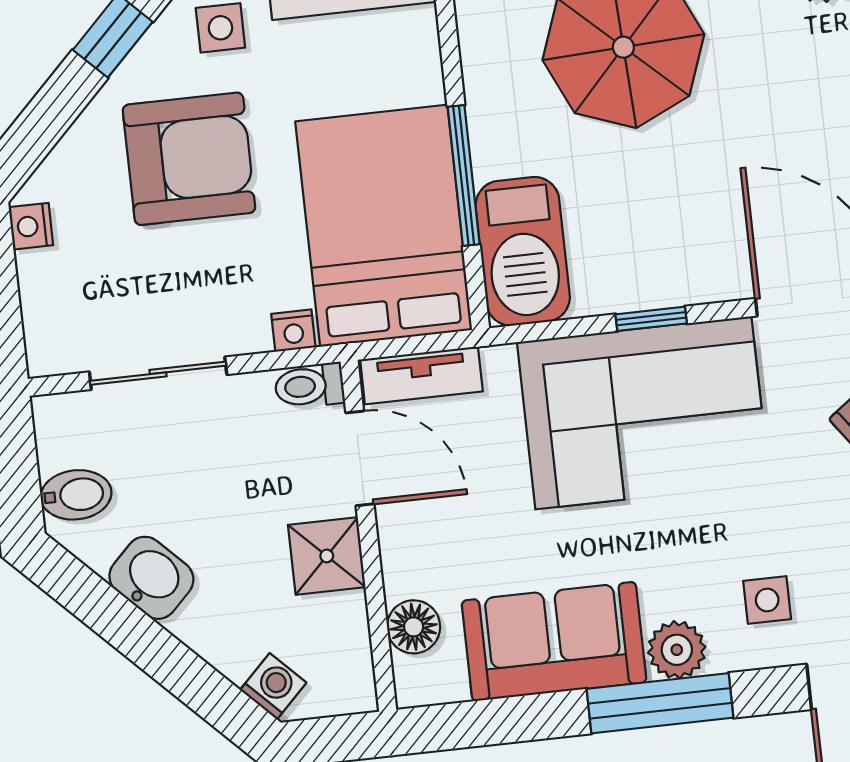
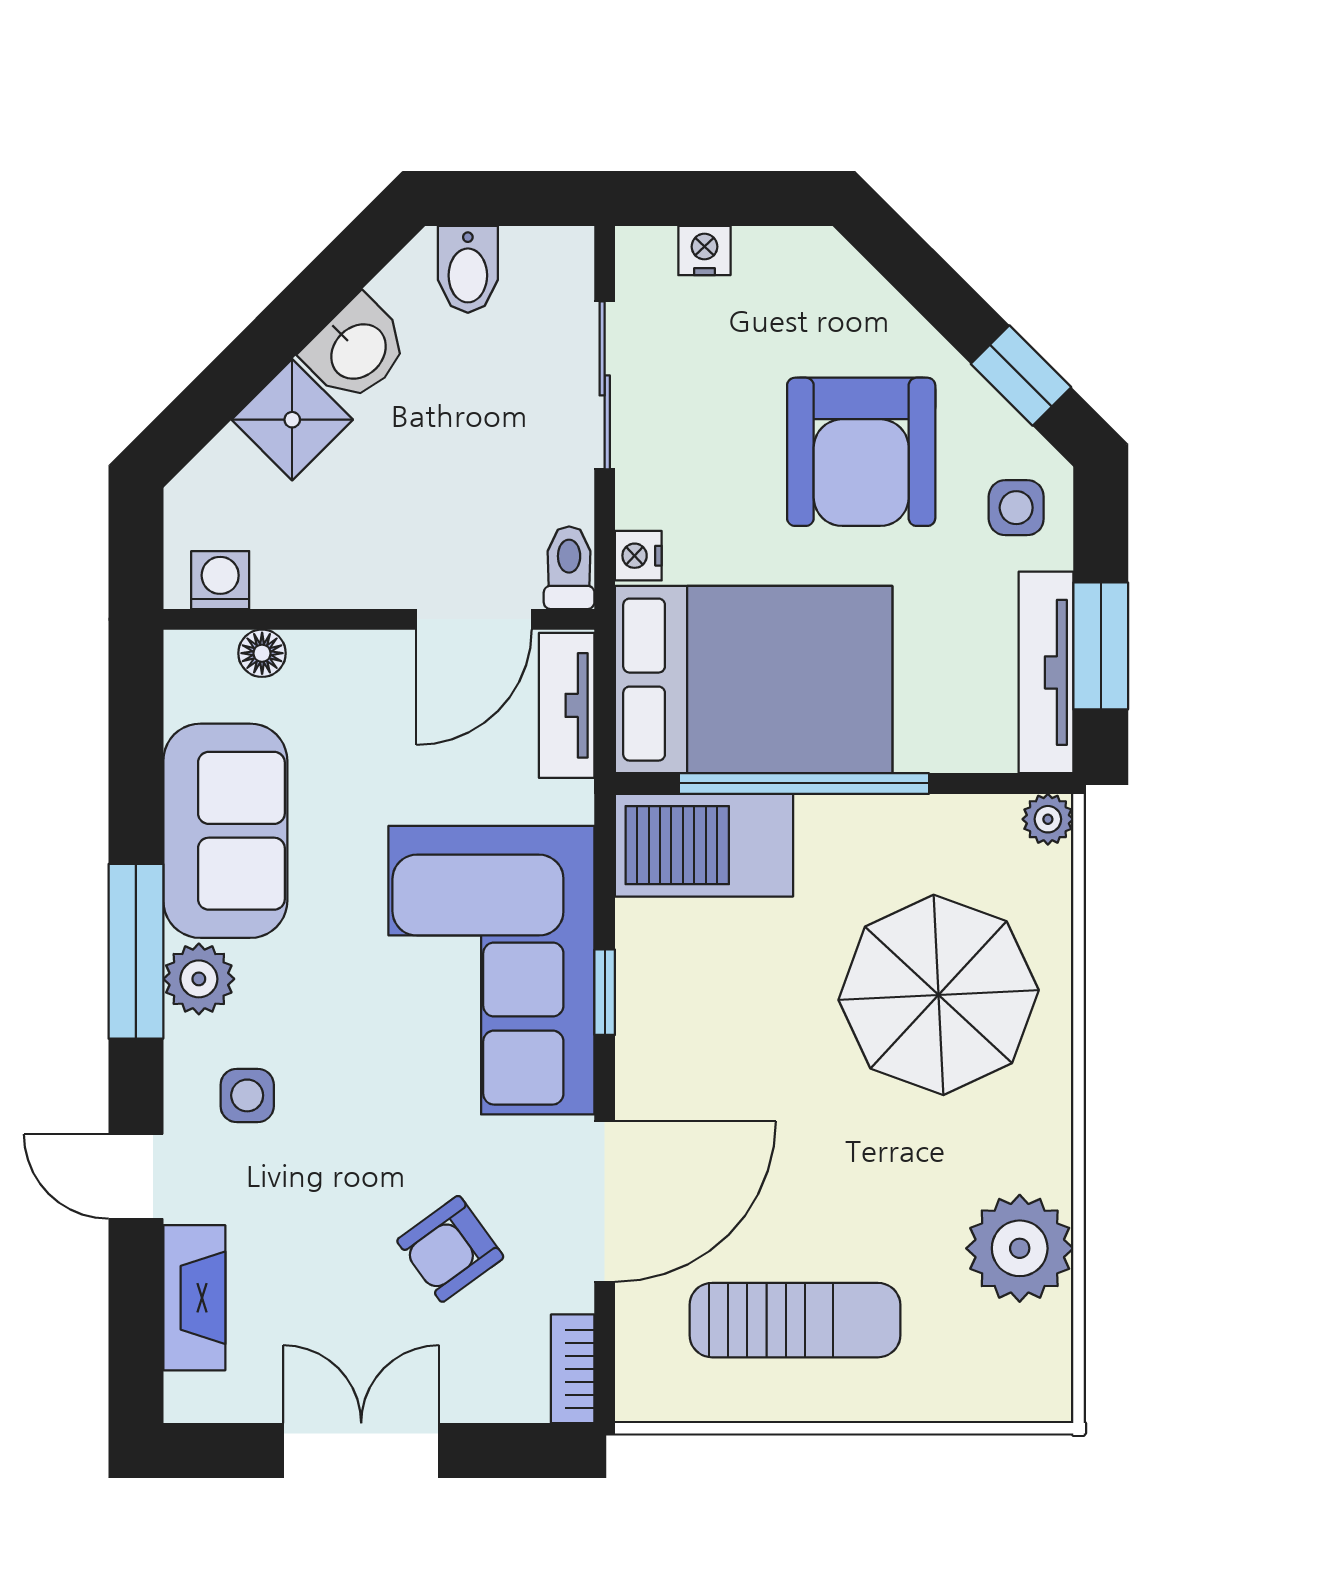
window: (464, 175) -> (804, 783), width x1.46
nightstand: (31, 226) -> (704, 251), moved
shower: (327, 556) -> (292, 420), moved, turned 45
floor lamp: (414, 627) -> (262, 653), width x0.73, depth x0.73
washing machine: (273, 686) -> (220, 580), moved, turned -135

